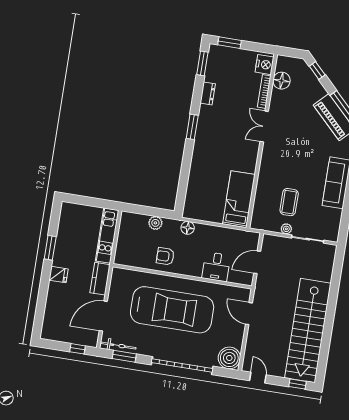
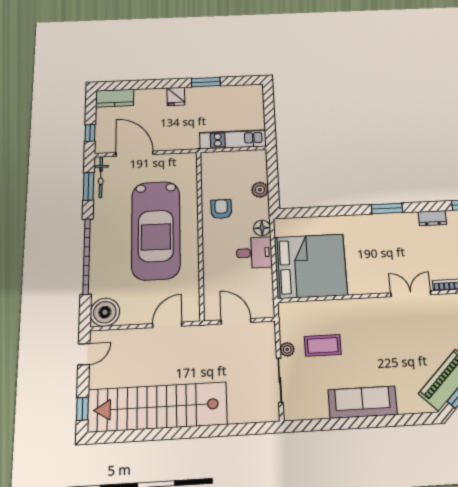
bed: (239, 199) -> (311, 266), width x2.04
desk: (216, 267) -> (254, 253), moved, turned 180
kitchen counter: (100, 279) -> (115, 98), moved, turned 180

